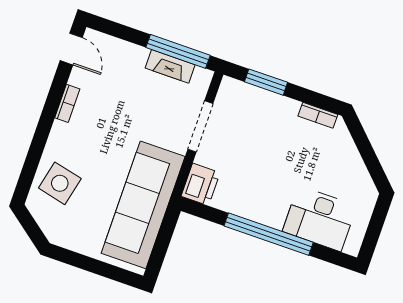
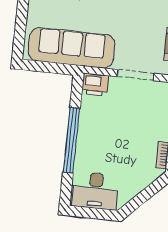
desk: (320, 219) -> (95, 191), moved, turned -90

